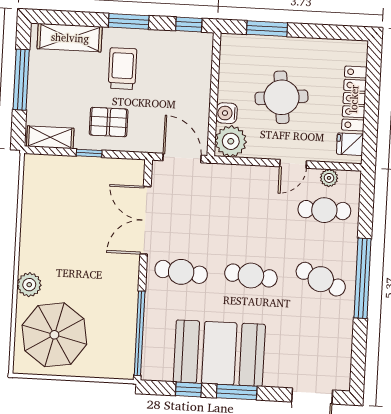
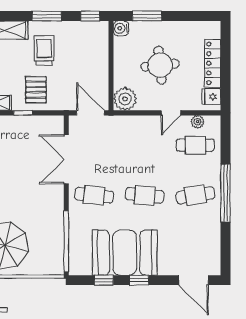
water cooler: (227, 113) -> (121, 28), moved
pallet: (109, 122) -> (36, 90), turned 90
cafe table: (321, 279) -> (195, 195), turned -33
window: (237, 392) -> (139, 280), width x0.67

